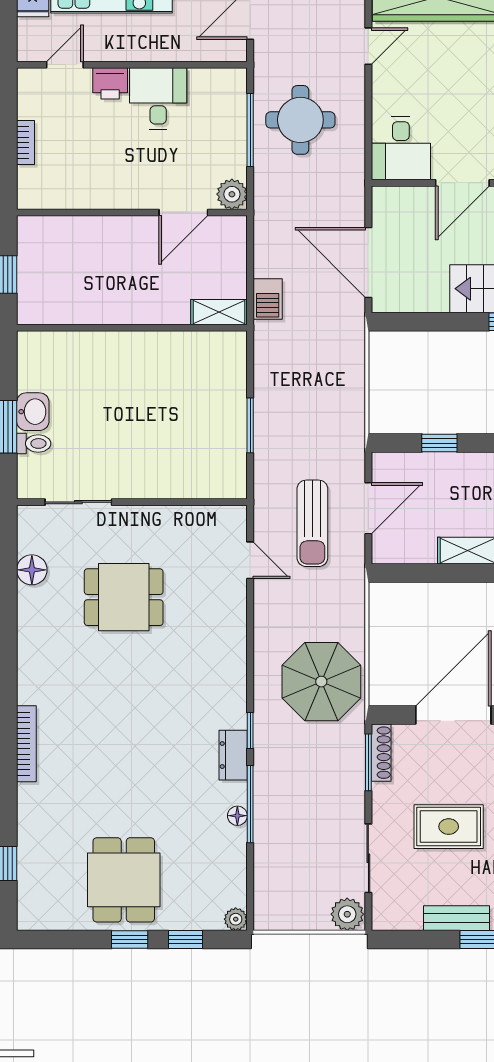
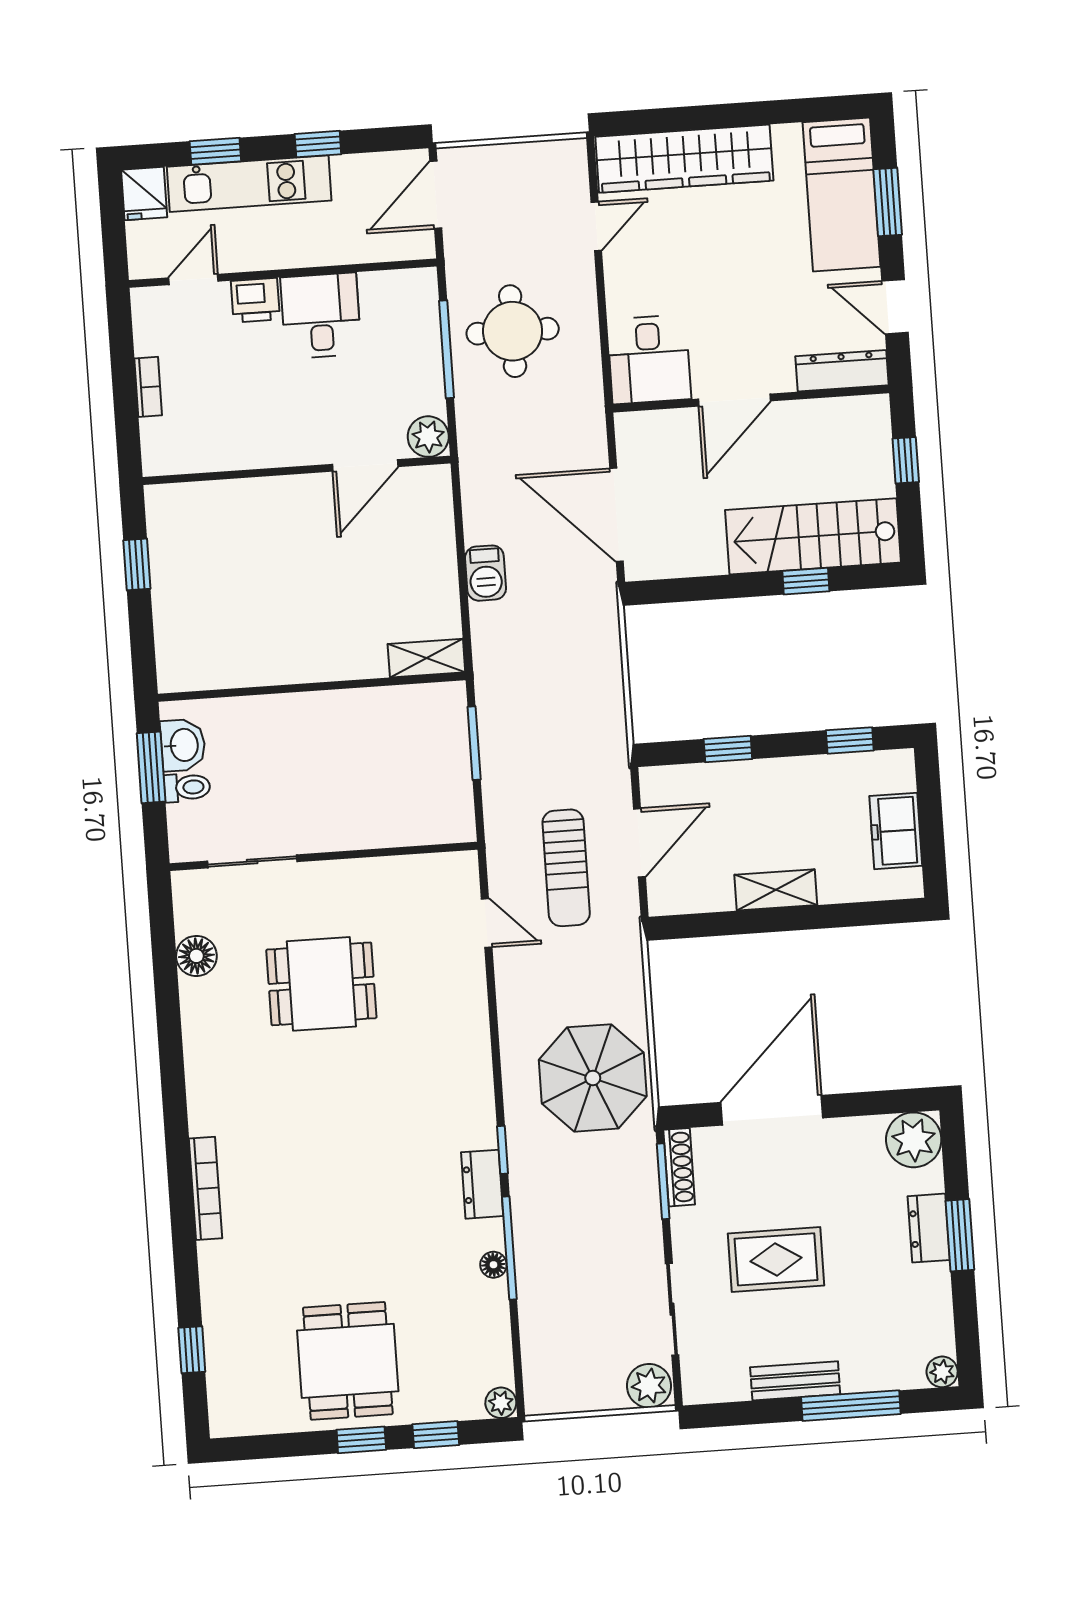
shelving: (219, 312) -> (426, 658), moved
wall: (132, 328) -> (312, 687), moved

